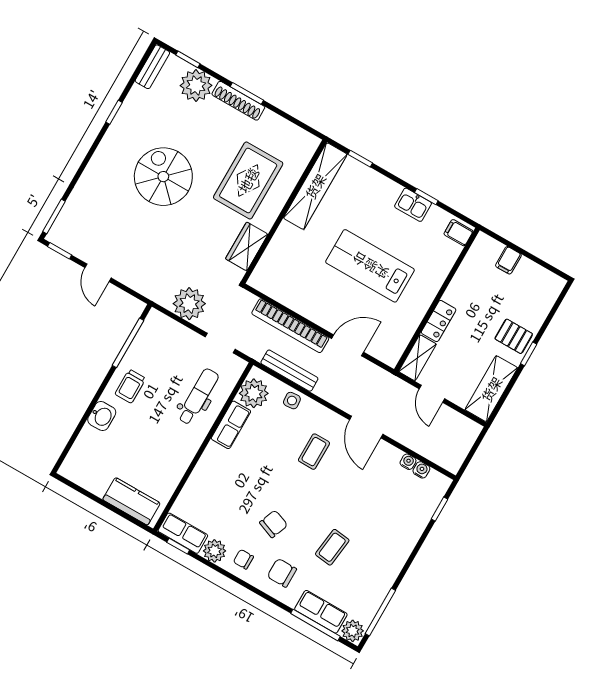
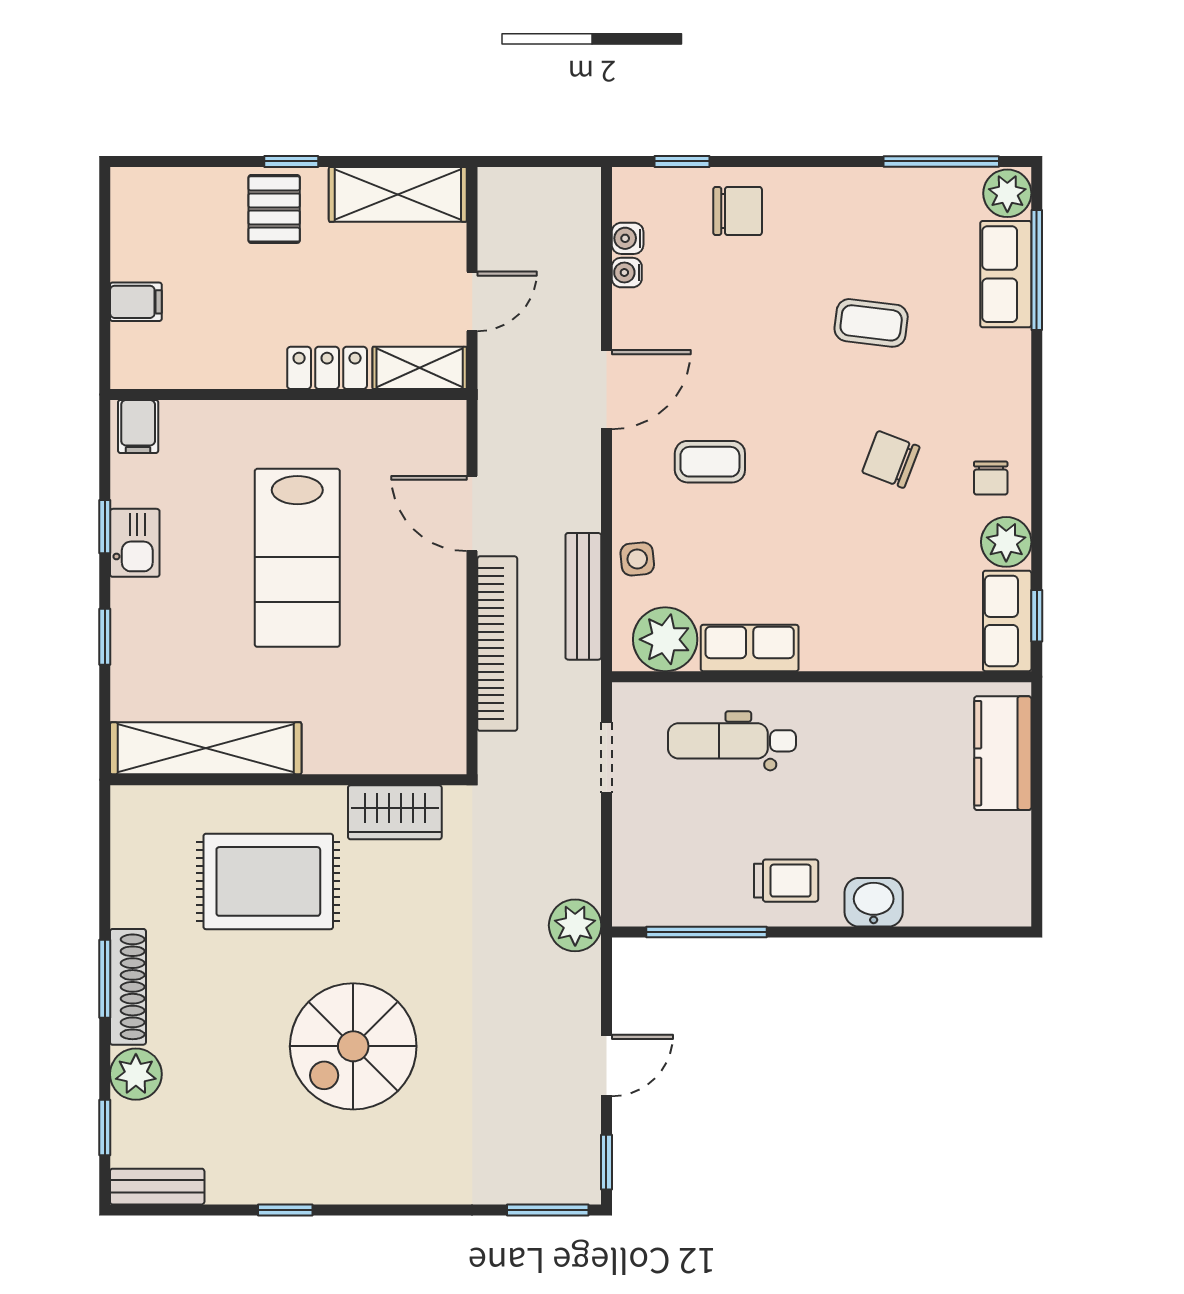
plant: (196, 86) -> (136, 1074), width x0.73, depth x0.73
window: (360, 159) -> (105, 637), moved
plant: (189, 304) -> (575, 925), moved, width x0.73, depth x0.73
chair: (282, 573) -> (738, 211), moved, turned -90

